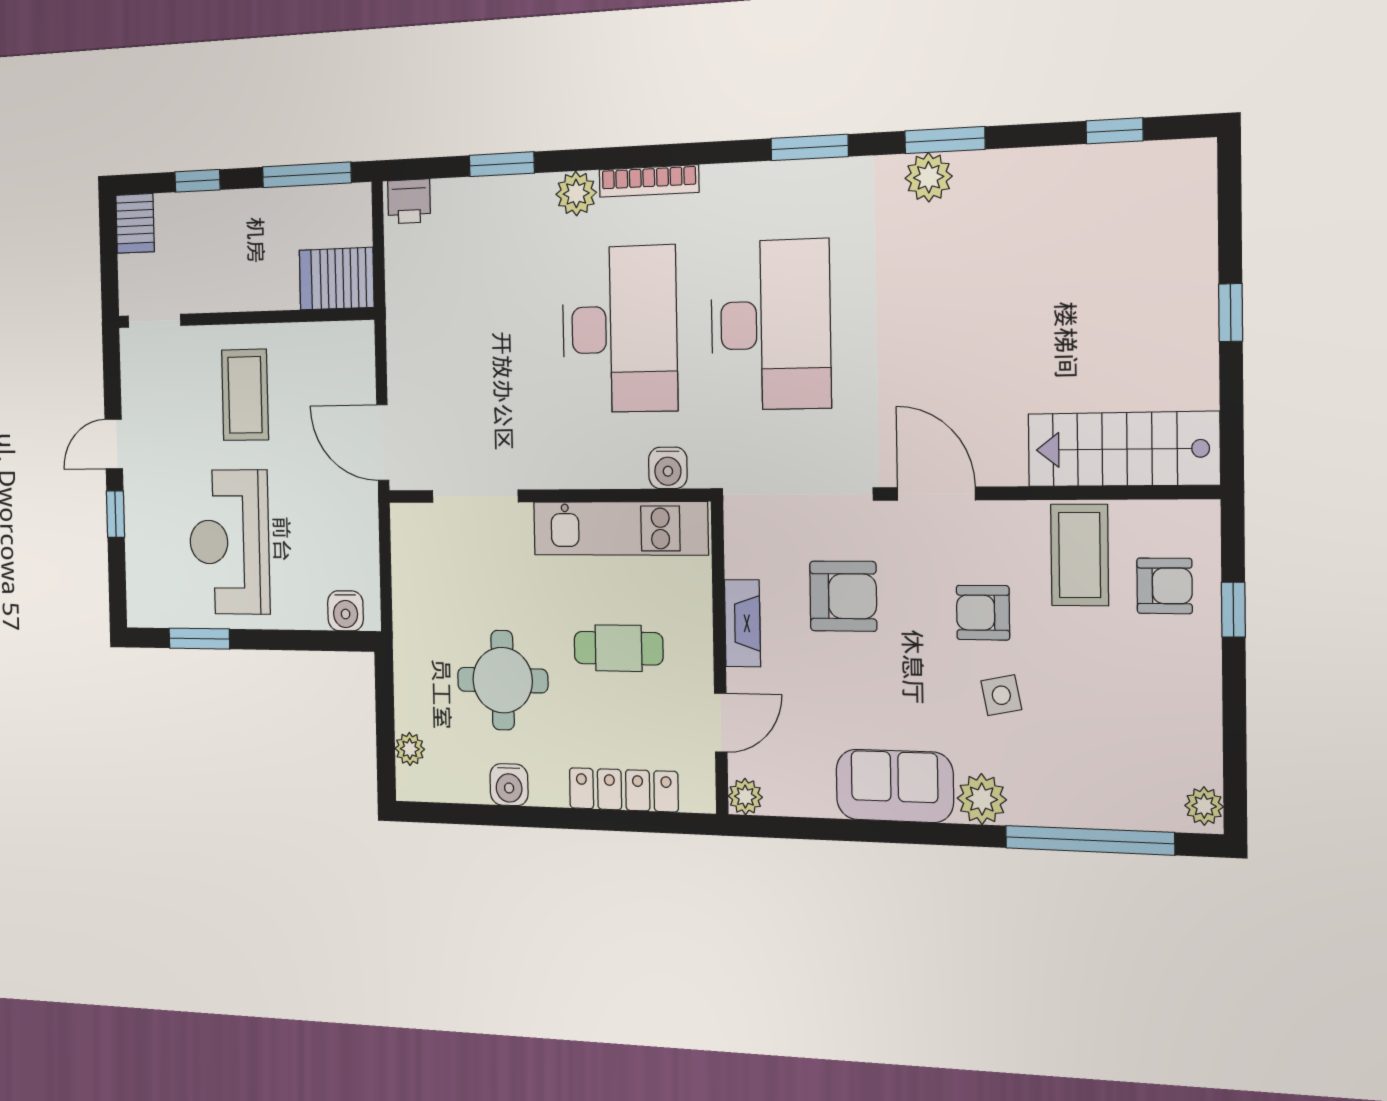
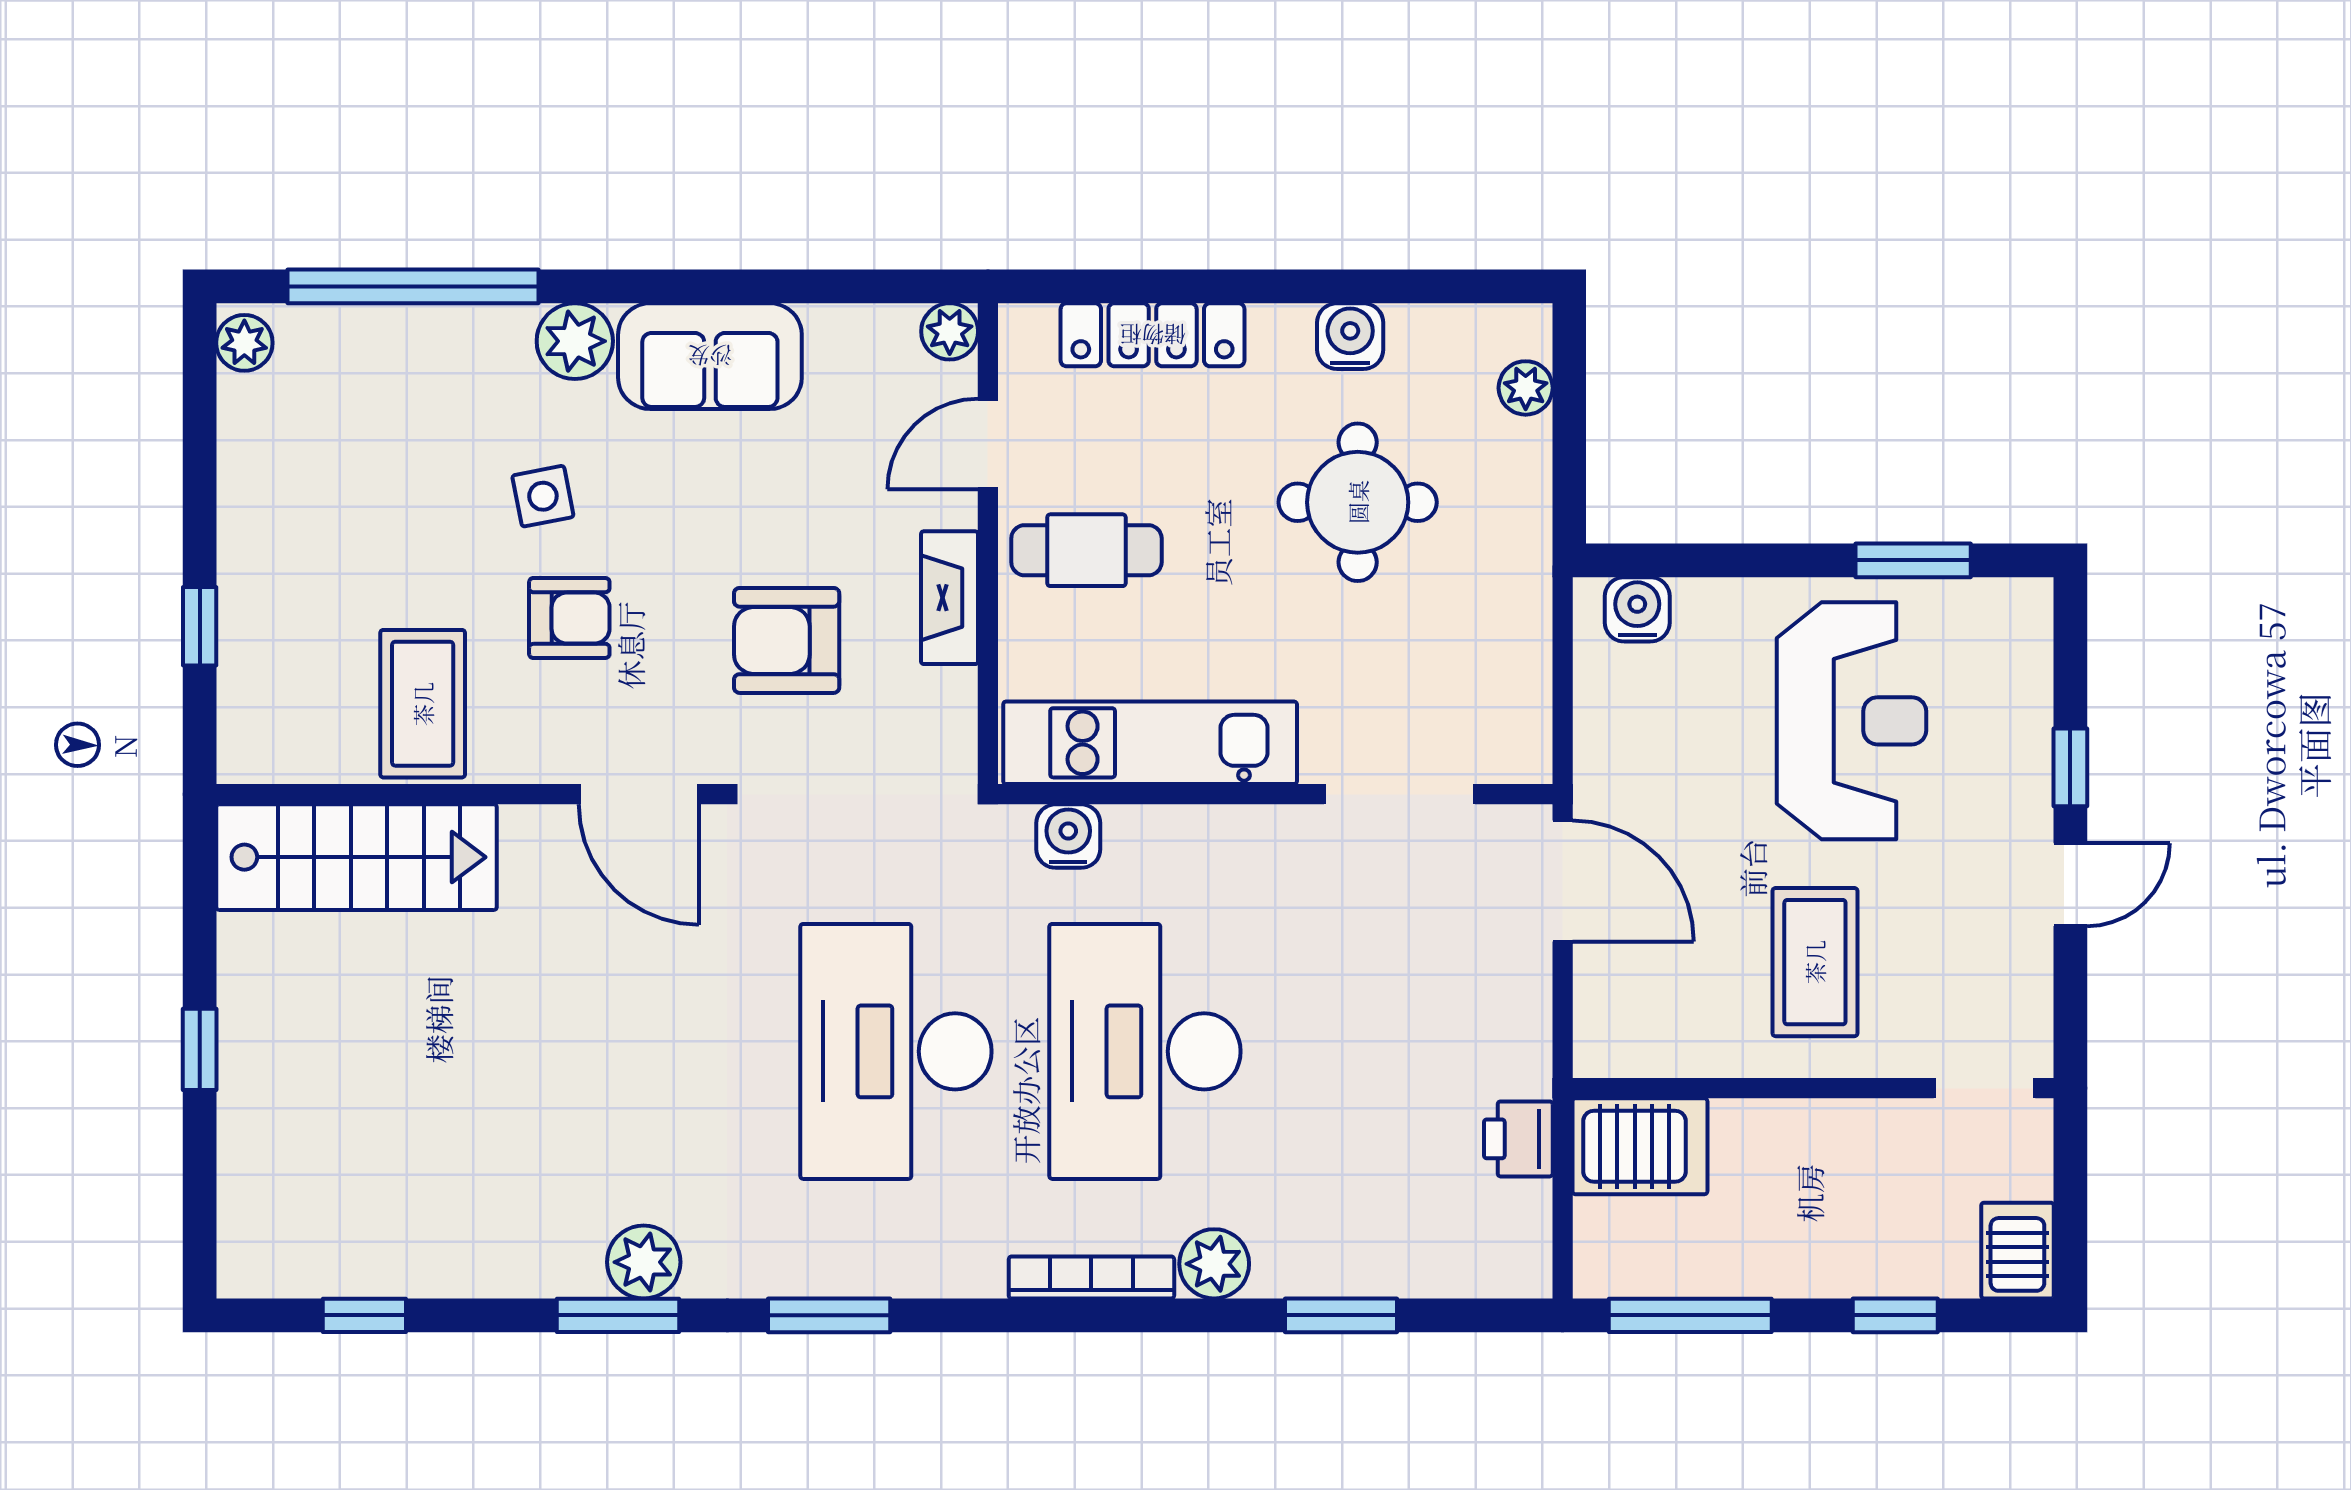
printer: (409, 201) -> (1518, 1139), moved, turned -90
armchair: (1165, 586) -> (298, 660), removed
cafe table: (618, 648) -> (1086, 550), moved

